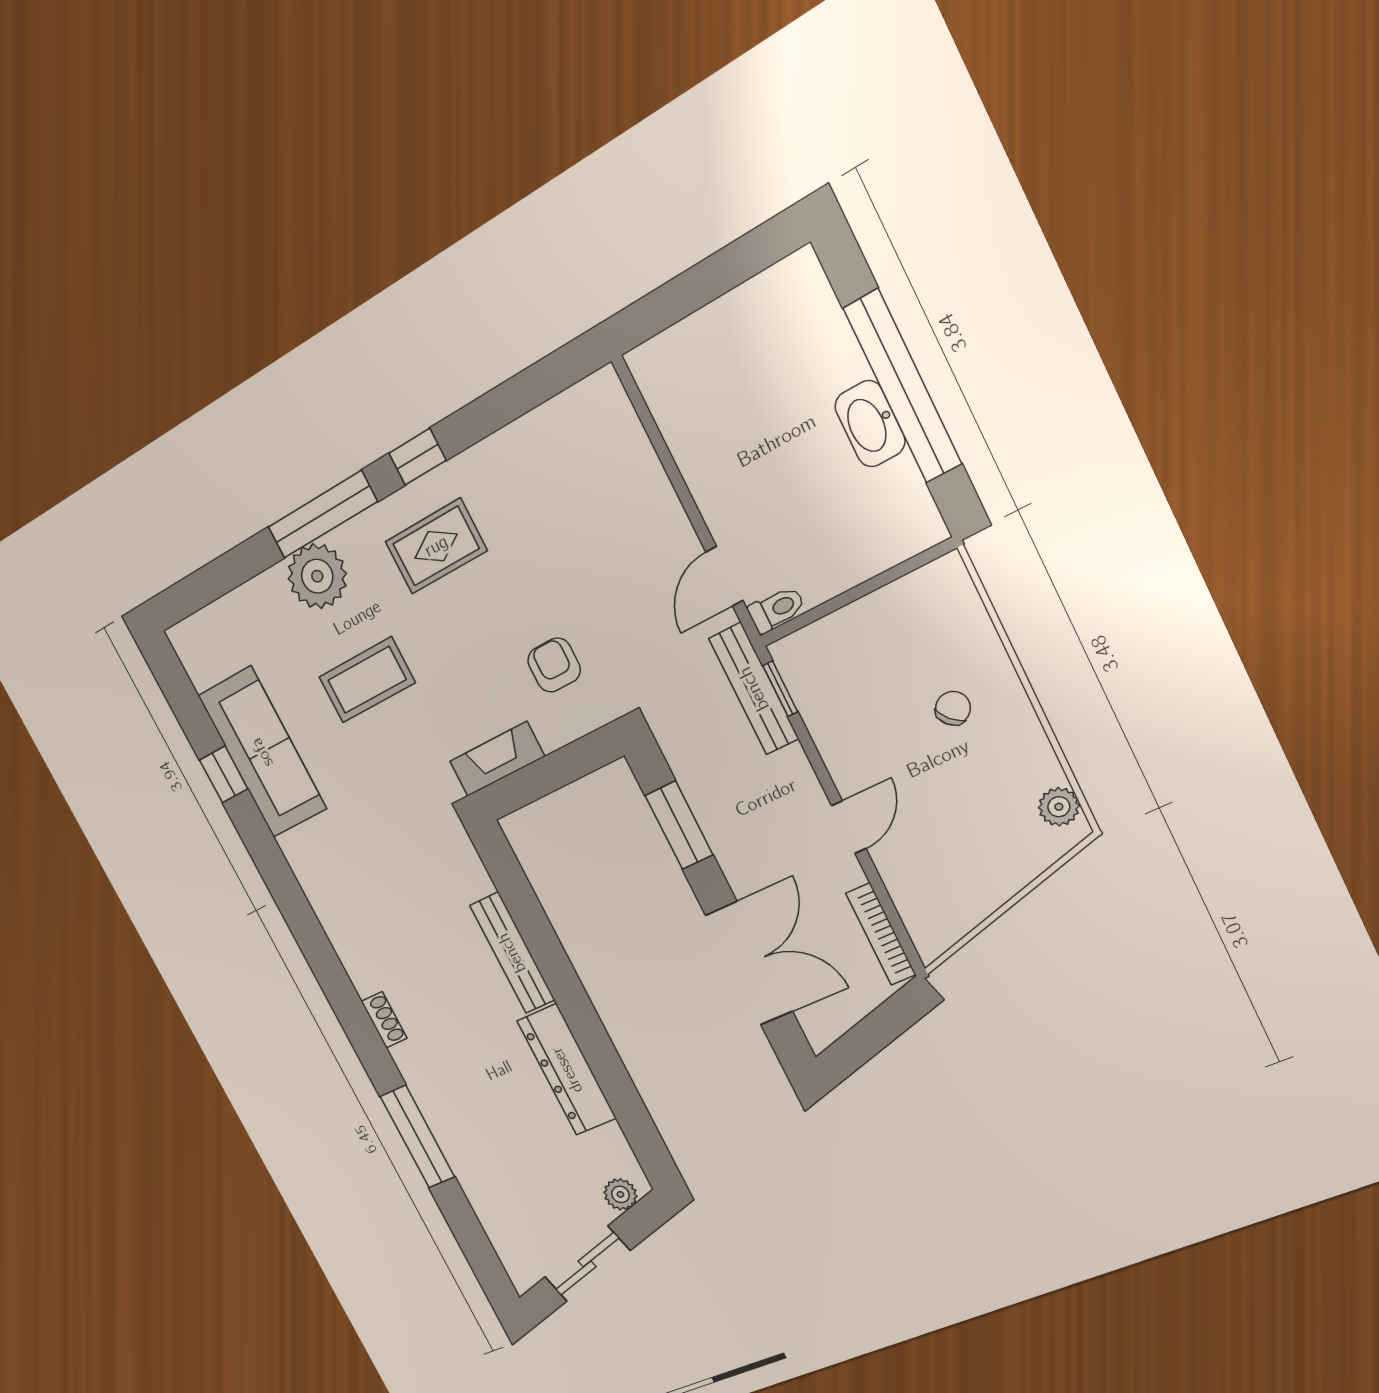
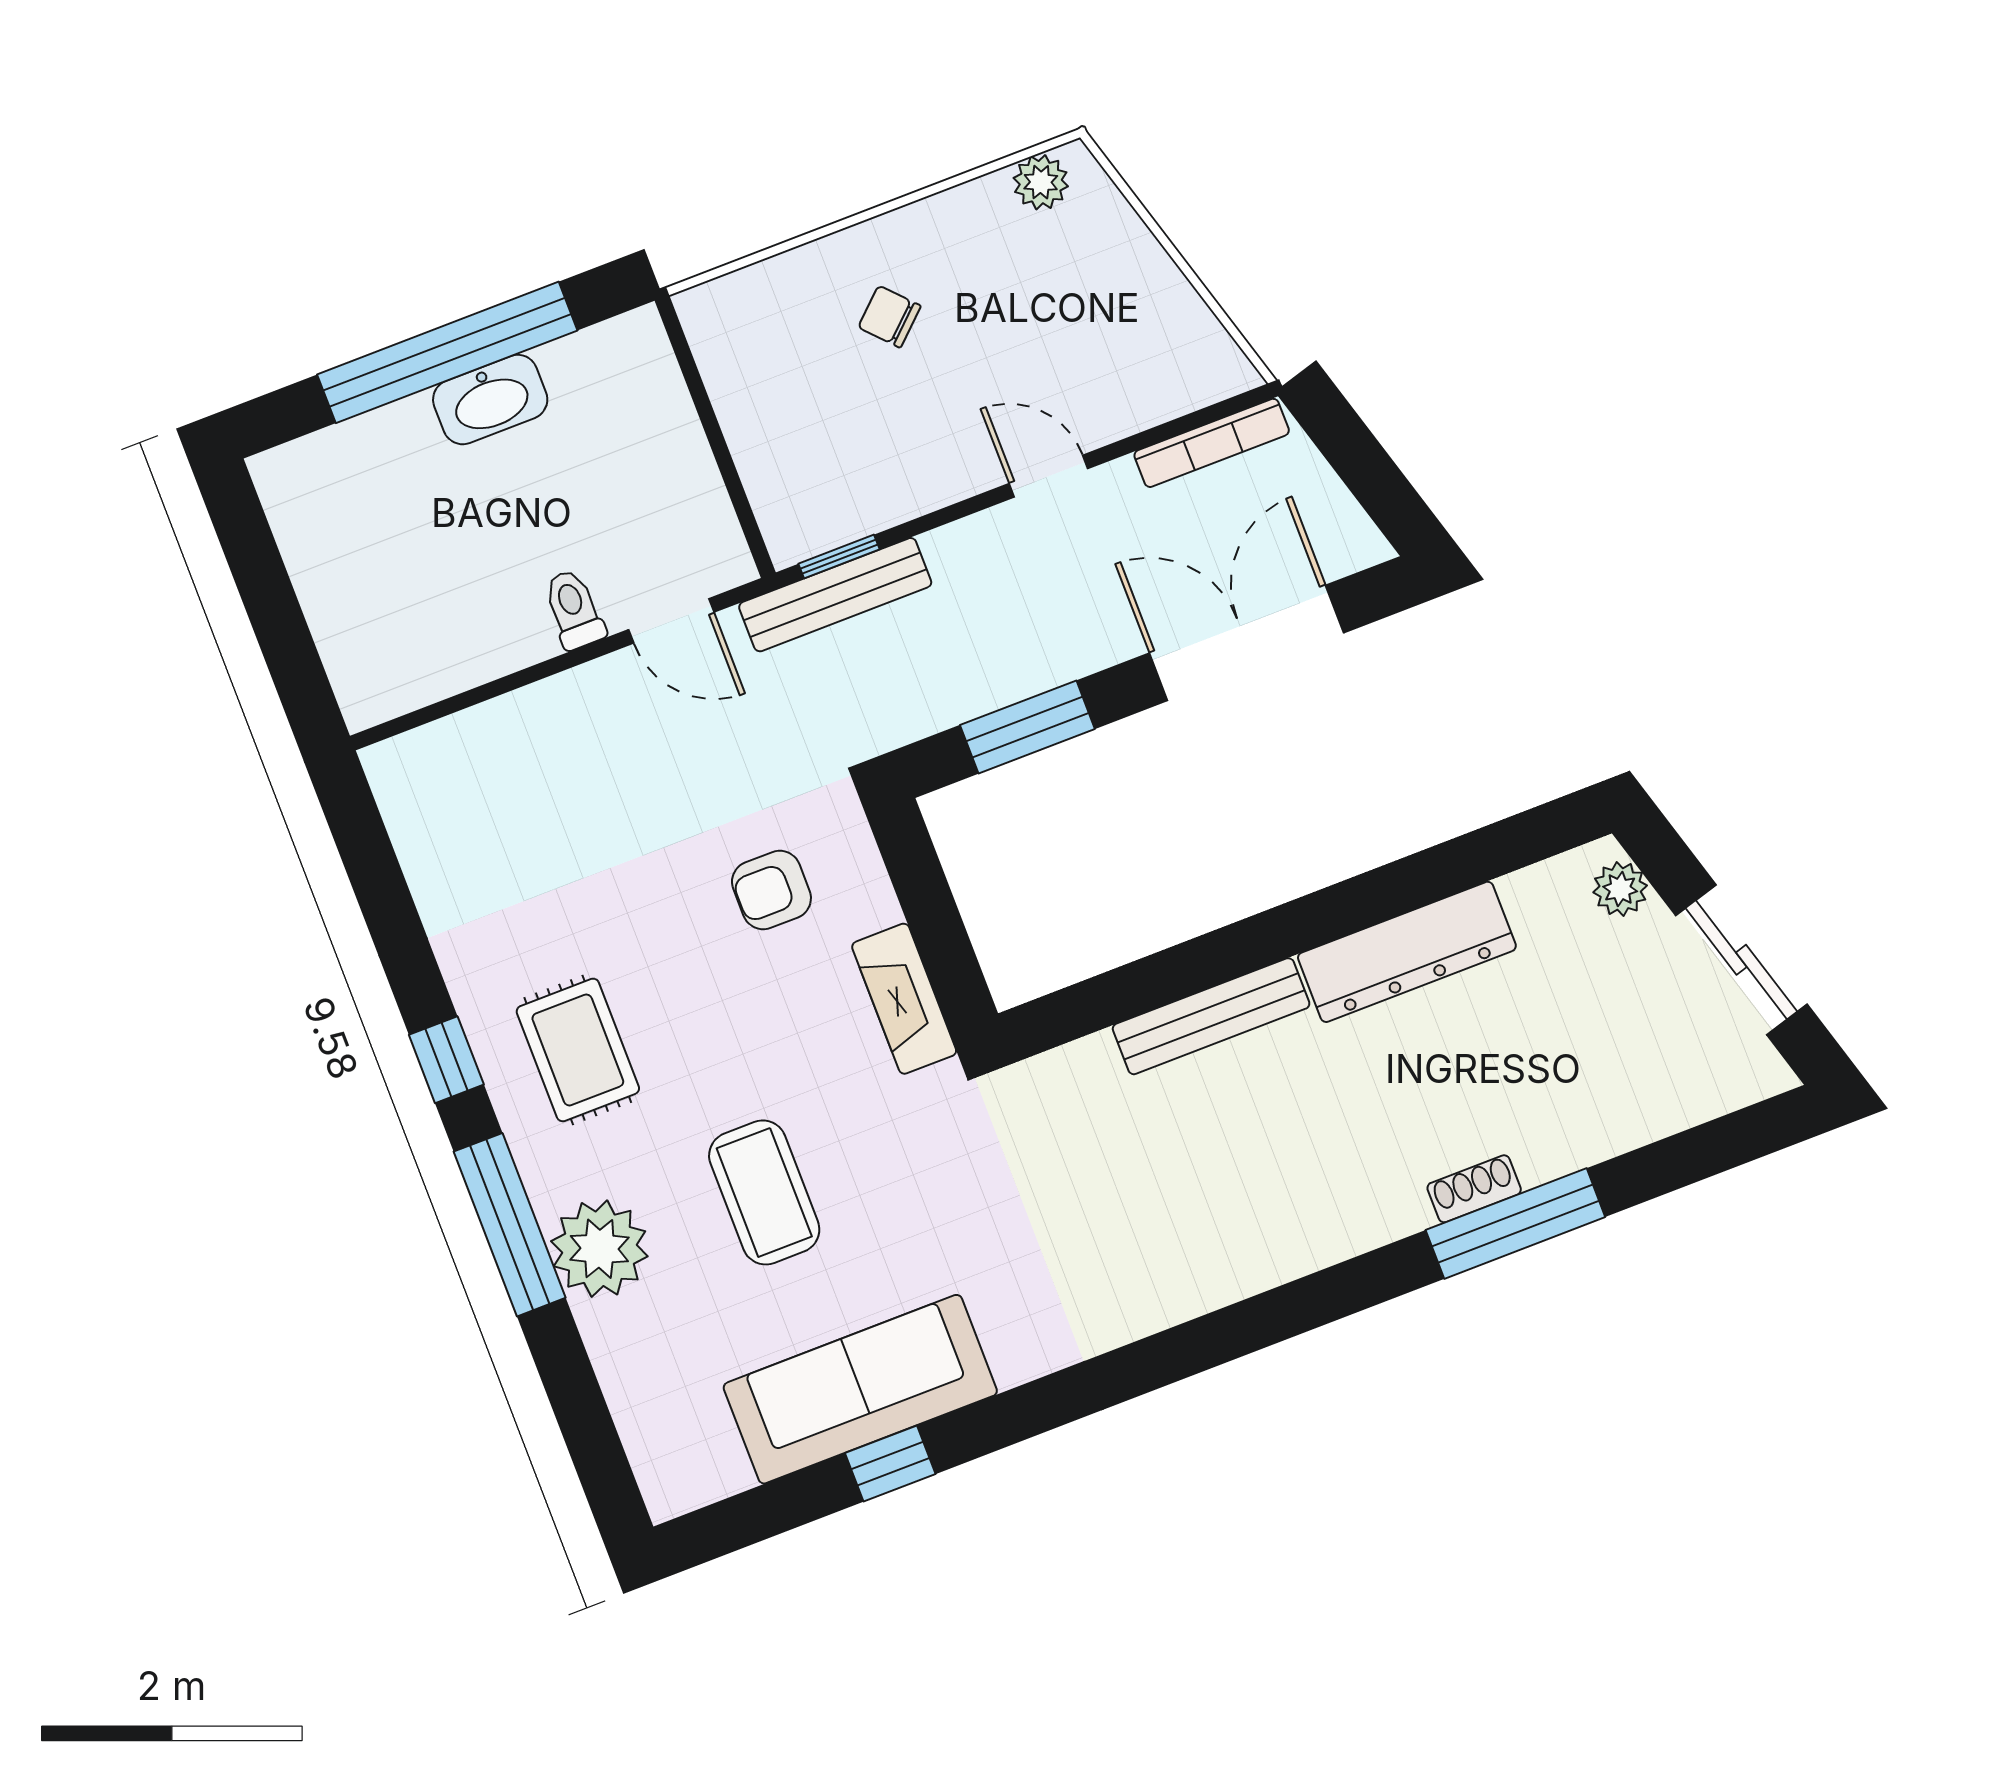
toilet: (777, 609) -> (574, 609), moved
shoe rack: (384, 1020) -> (1474, 1189), moved

